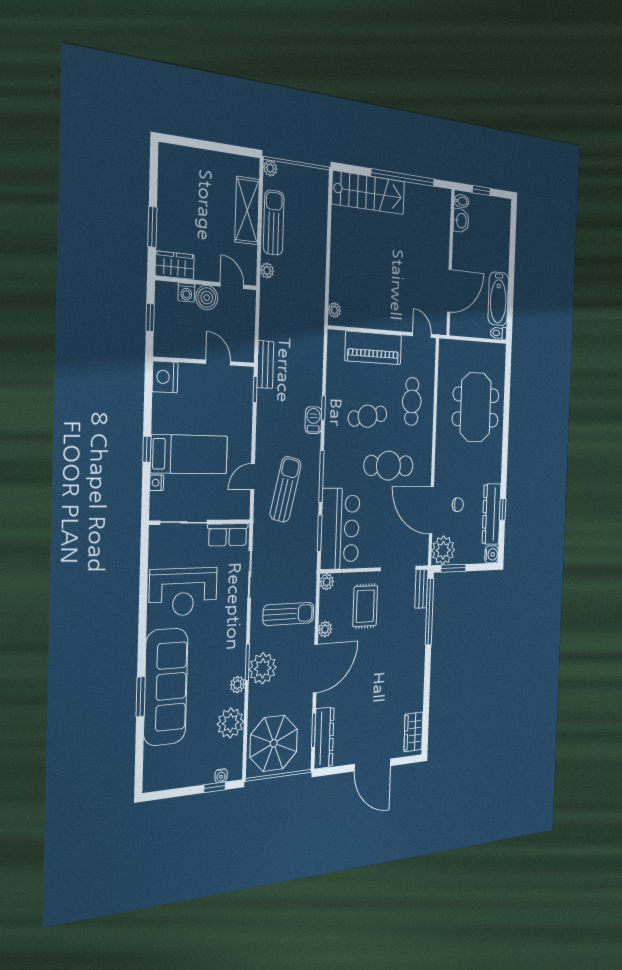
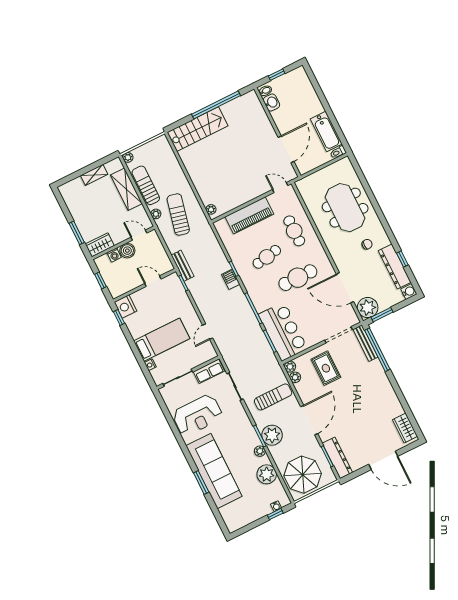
shelving: (216, 161) -> (94, 175), added
window: (147, 449) -> (119, 318), moved
sun lounger: (286, 489) -> (178, 214), moved
chair: (458, 505) -> (367, 244), moved
bench: (421, 589) -> (365, 343), width x1.36
plant: (325, 629) -> (295, 377), moved

